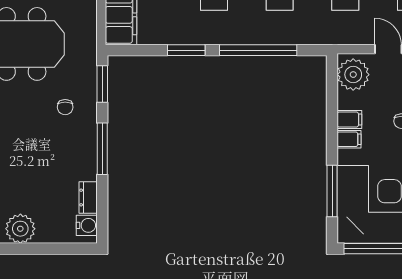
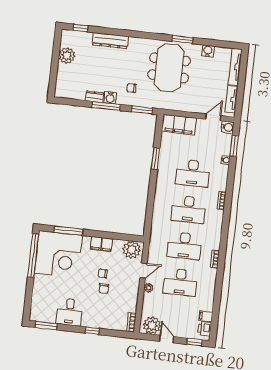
window: (258, 50) -> (151, 198), removed
dresser: (88, 197) -> (95, 97), moved
water cooler: (87, 225) -> (110, 98), moved

